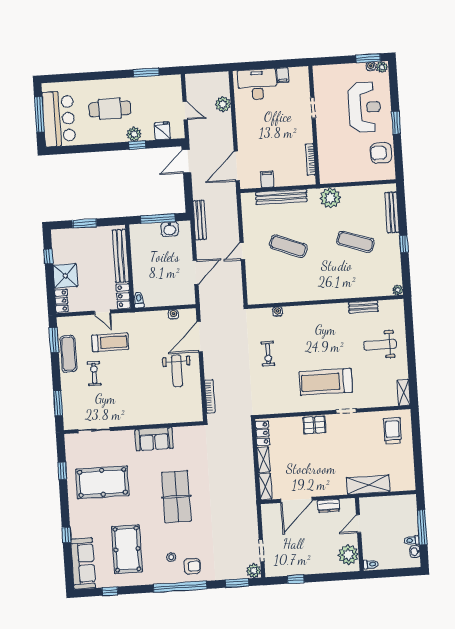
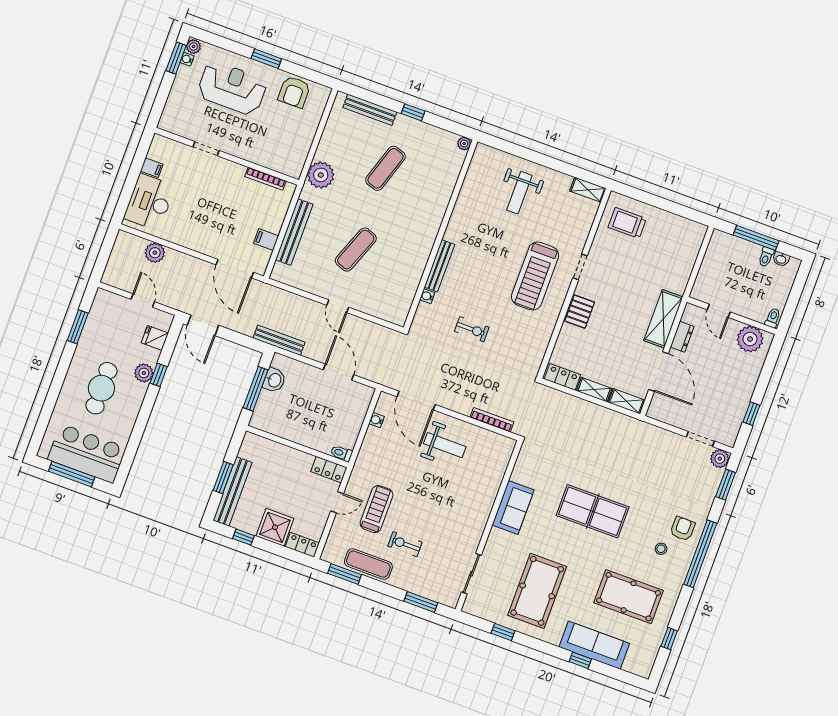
door: (185, 111) -> (143, 301), hinge flipped
bench: (121, 256) -> (233, 491), moved, turned 90
bench: (363, 307) -> (439, 266), moved, width x1.36
shelving: (368, 485) -> (663, 319), moved
sofa: (83, 564) -> (594, 645), moved

